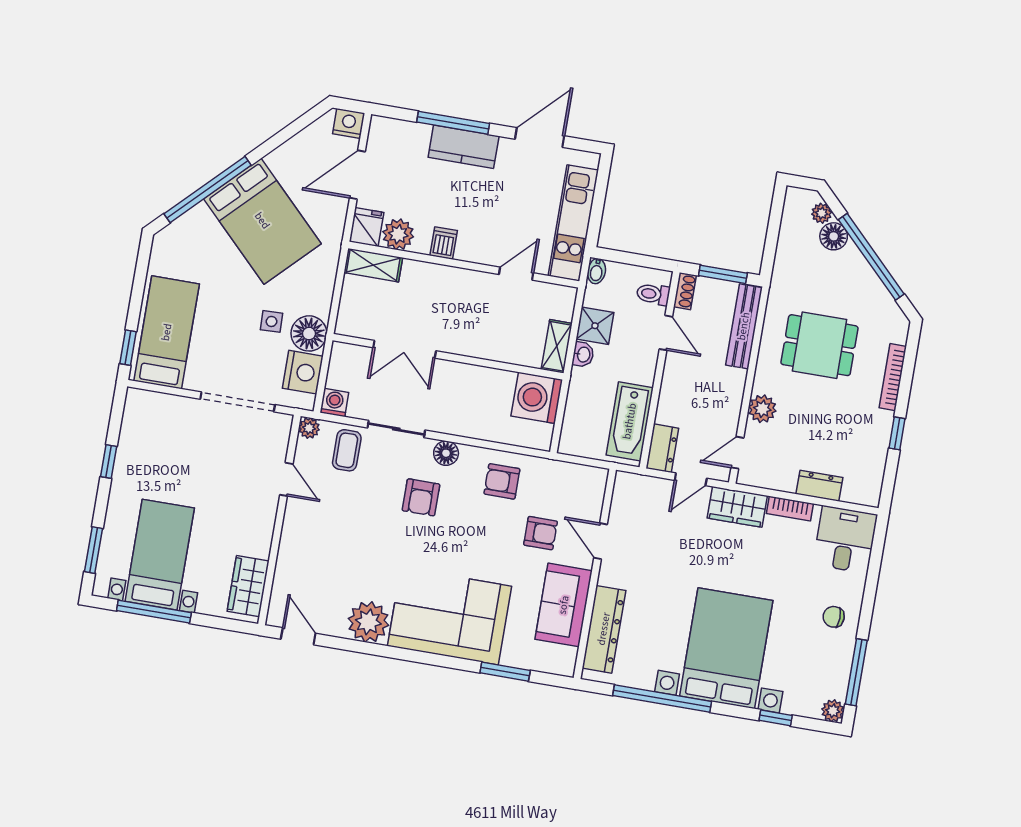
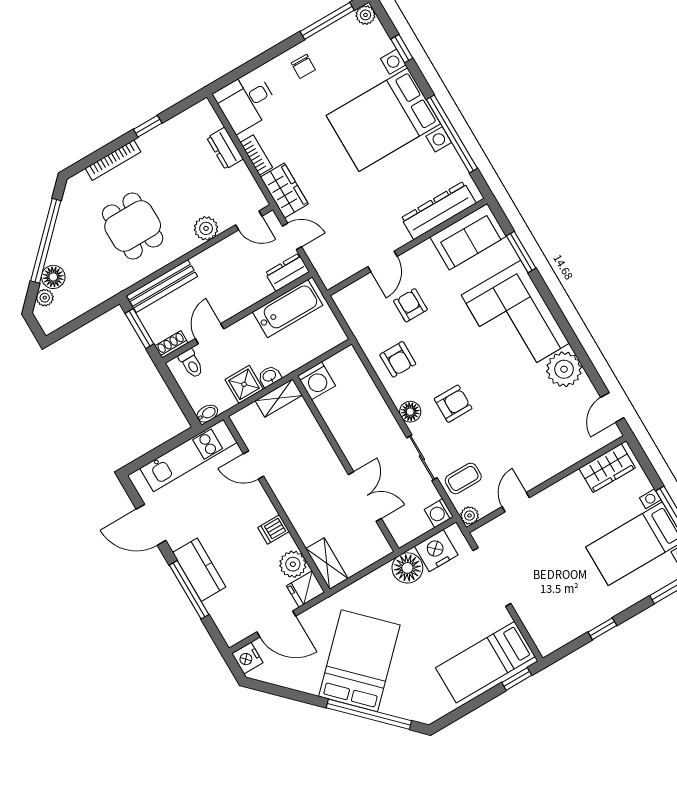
side table: (271, 321) -> (420, 599), removed
washing machine: (537, 398) -> (316, 381), width x0.73, depth x0.73
sofa: (564, 605) -> (468, 237), moved

